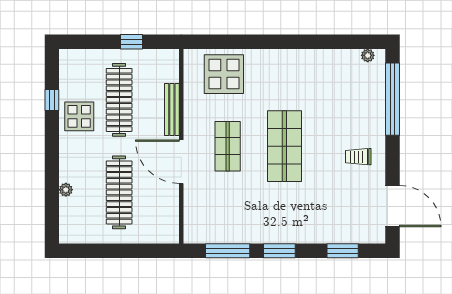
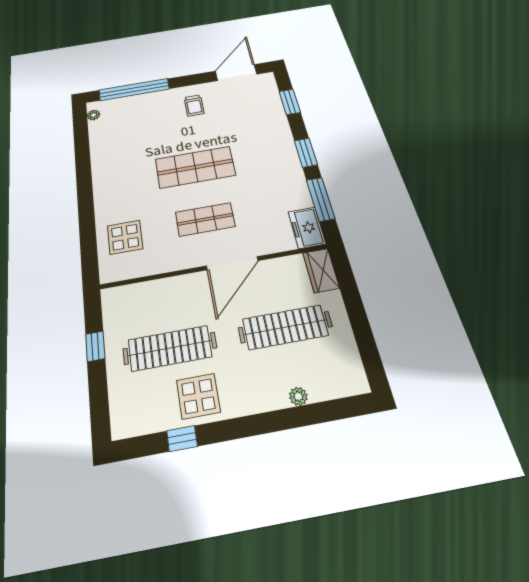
display table: (224, 74) -> (125, 237), width x0.73, depth x0.73
bench: (172, 110) -> (173, 284), removed
freezer: (202, 232) -> (307, 228), added
wardrobe: (161, 233) -> (321, 270), added

